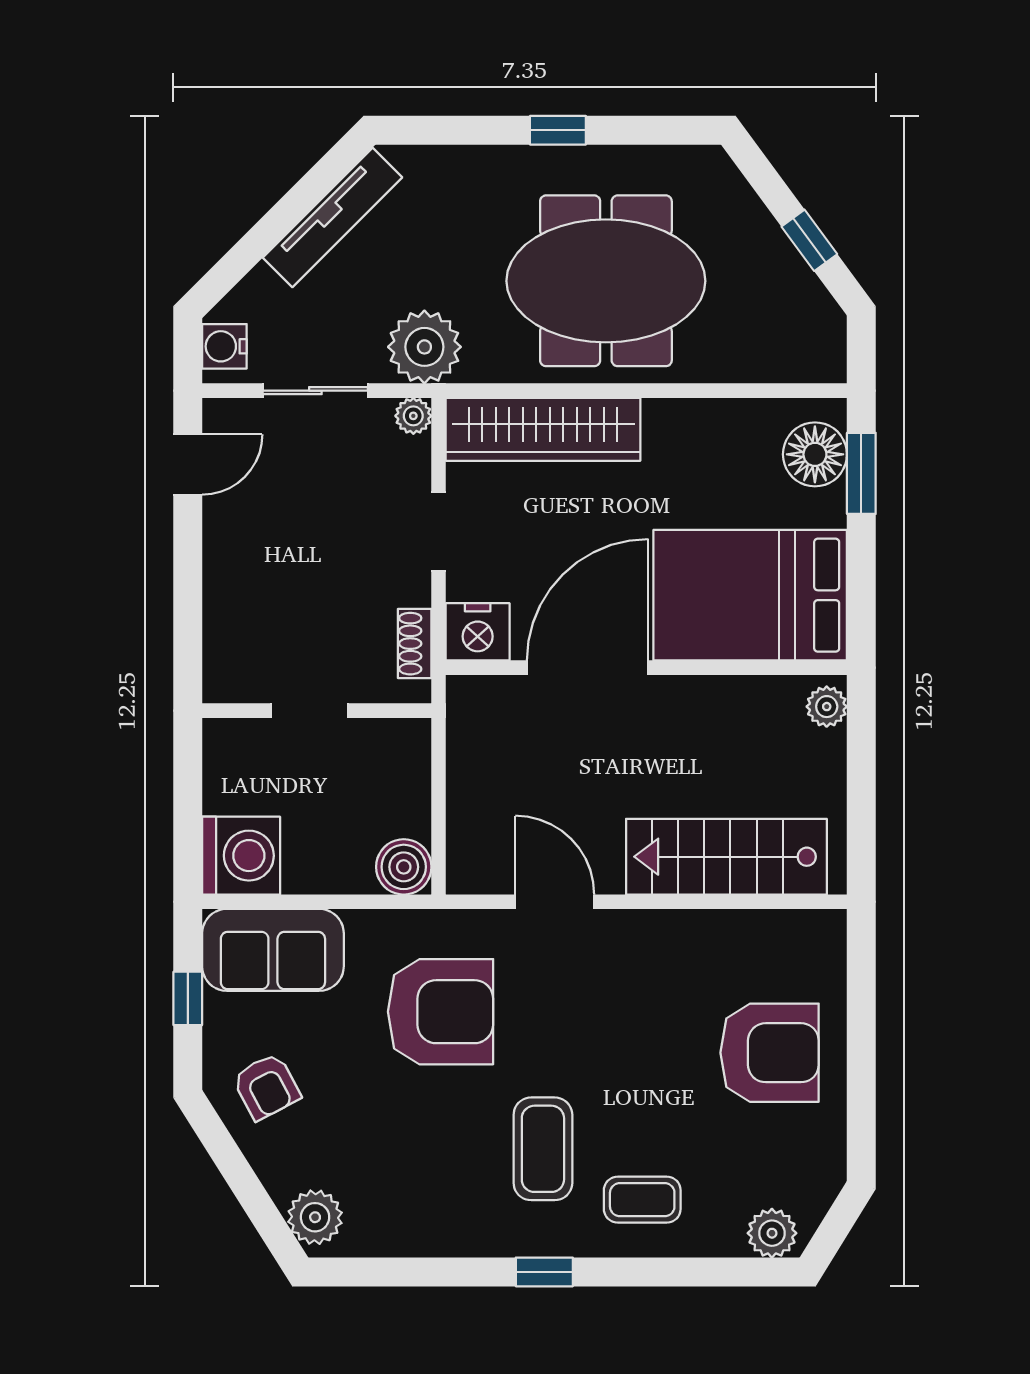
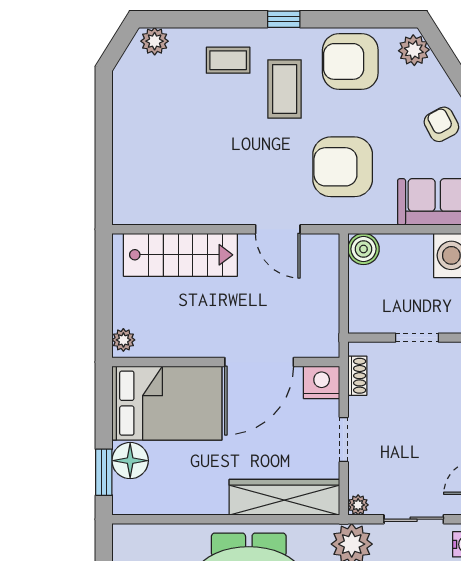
floor lamp: (815, 454) -> (130, 461), moved
armchair: (770, 1053) -> (350, 61), moved

